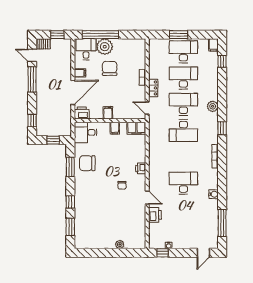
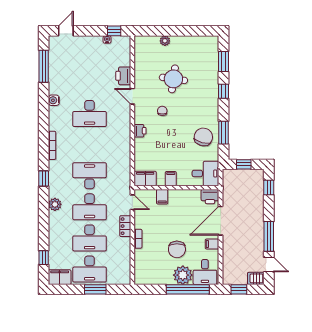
filing cabinet: (213, 45) -> (60, 277), width x2.00
filing cabinet: (108, 113) -> (162, 197), moved
chair: (87, 163) -> (203, 137), turned -75
round table: (113, 212) -> (173, 79), added

